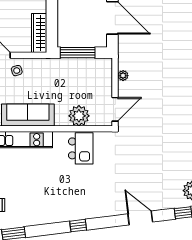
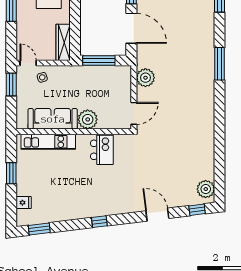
plant: (123, 76) -> (145, 78), width x1.88, depth x1.88
plant: (79, 116) -> (88, 119), moved

